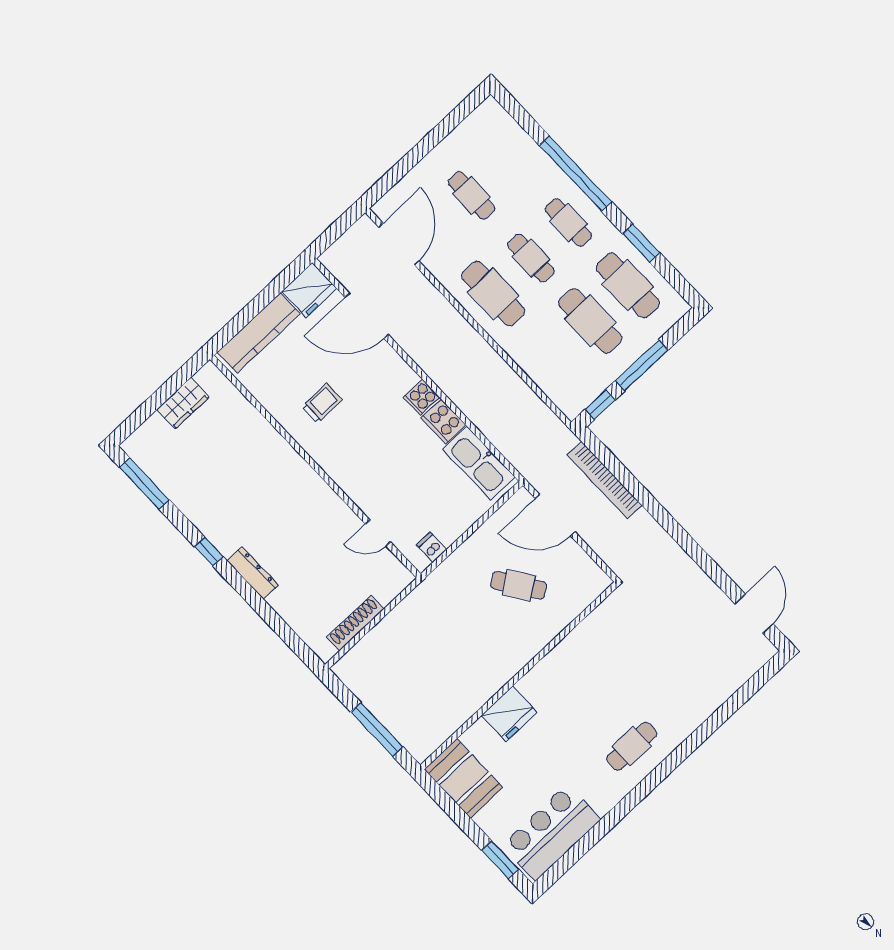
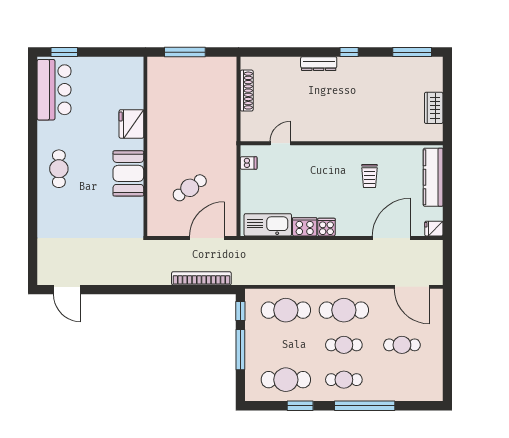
fridge: (309, 290) -> (434, 229), width x0.53, depth x0.75
cafe table: (590, 321) -> (286, 310), moved
booth: (464, 778) -> (128, 173), moved, turned 90

